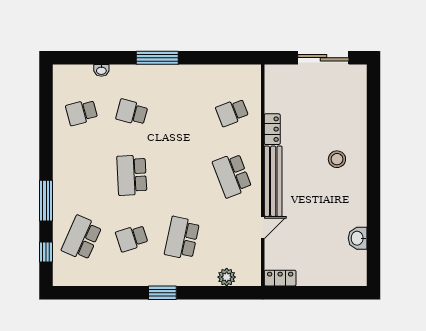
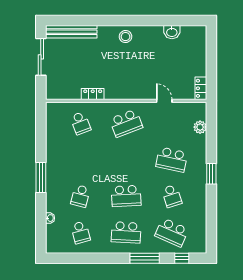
stool: (337, 159) -> (126, 37), moved
school desk: (82, 175) -> (126, 232), added
bench: (273, 181) -> (71, 32), moved

